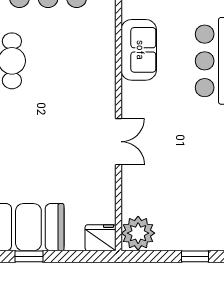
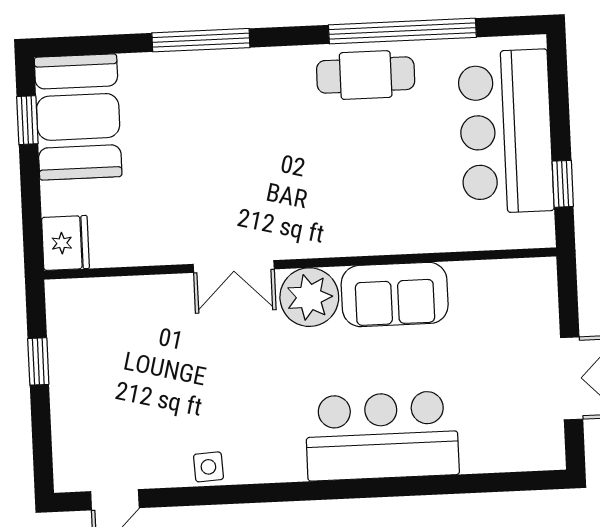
plant: (138, 233) -> (309, 297), moved
window: (195, 256) -> (38, 361), moved

